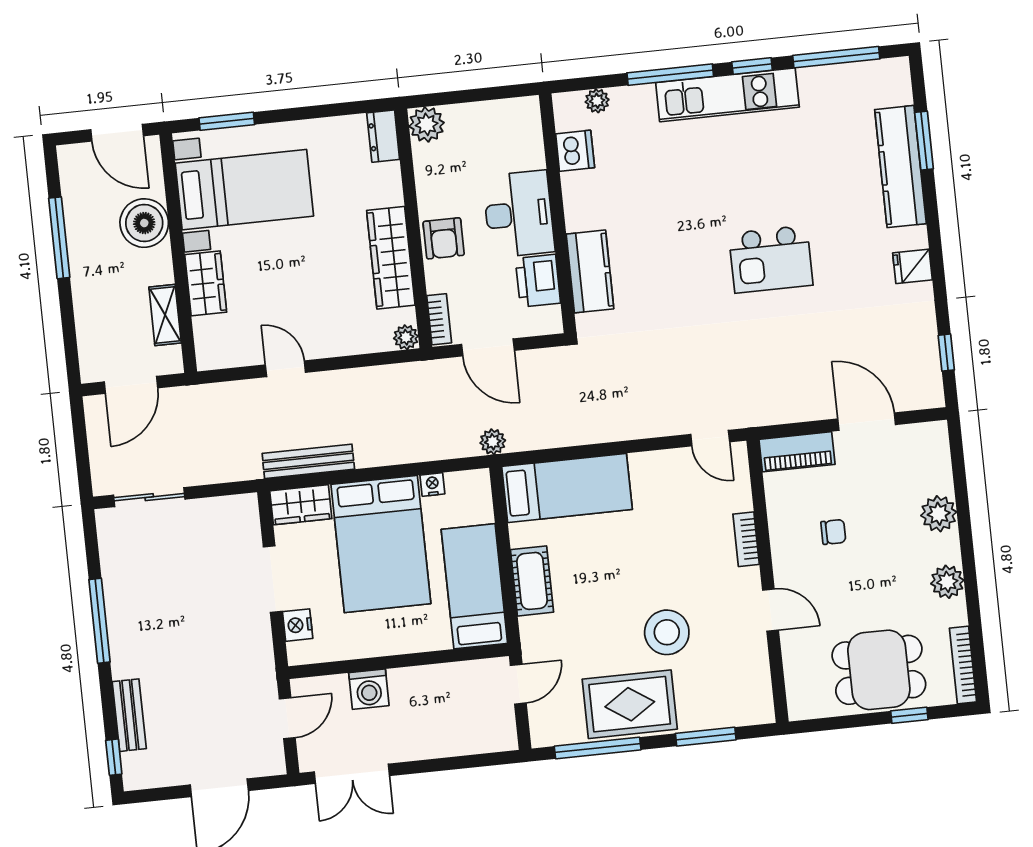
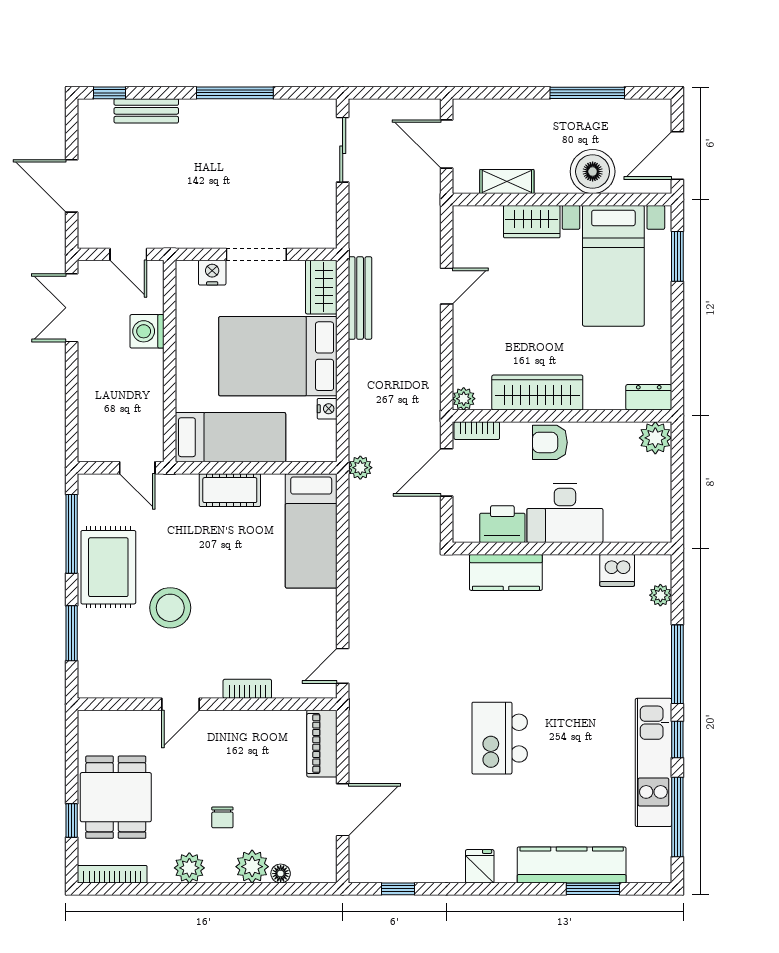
kitchen unit: (727, 95) -> (653, 762), moved
floor lamp: (943, 482) -> (281, 874), added
chair: (833, 532) -> (222, 817), moved

